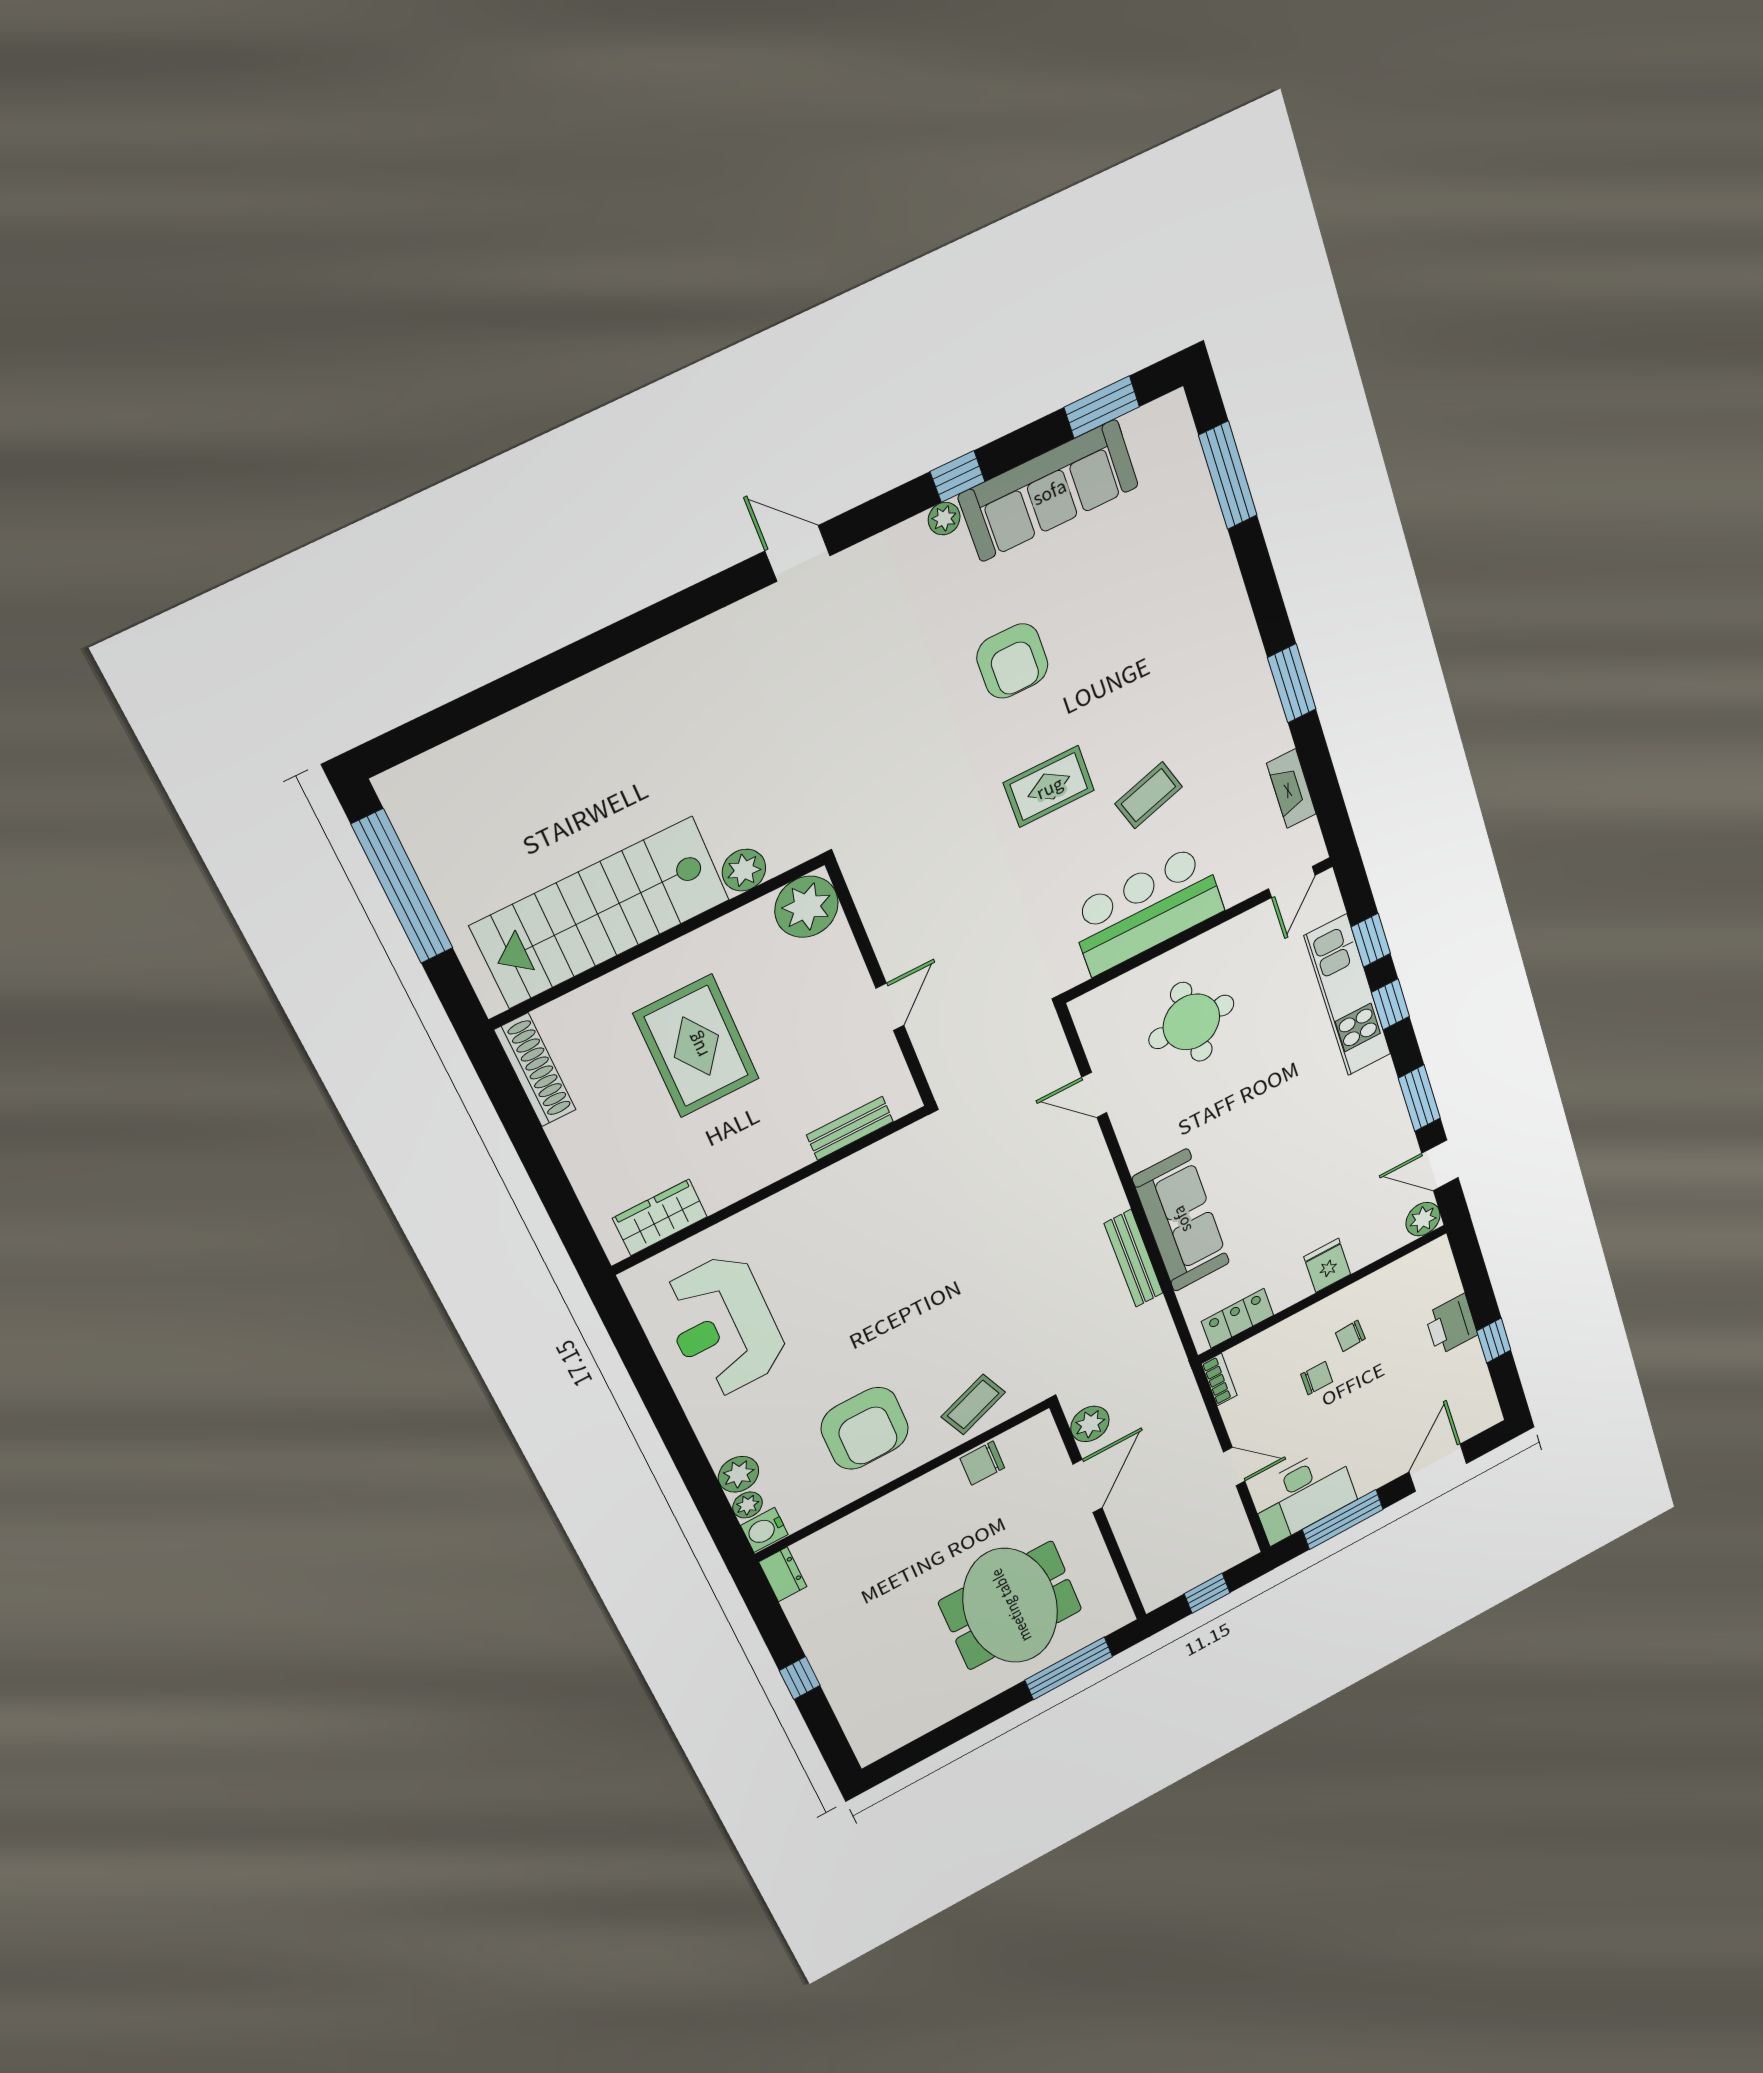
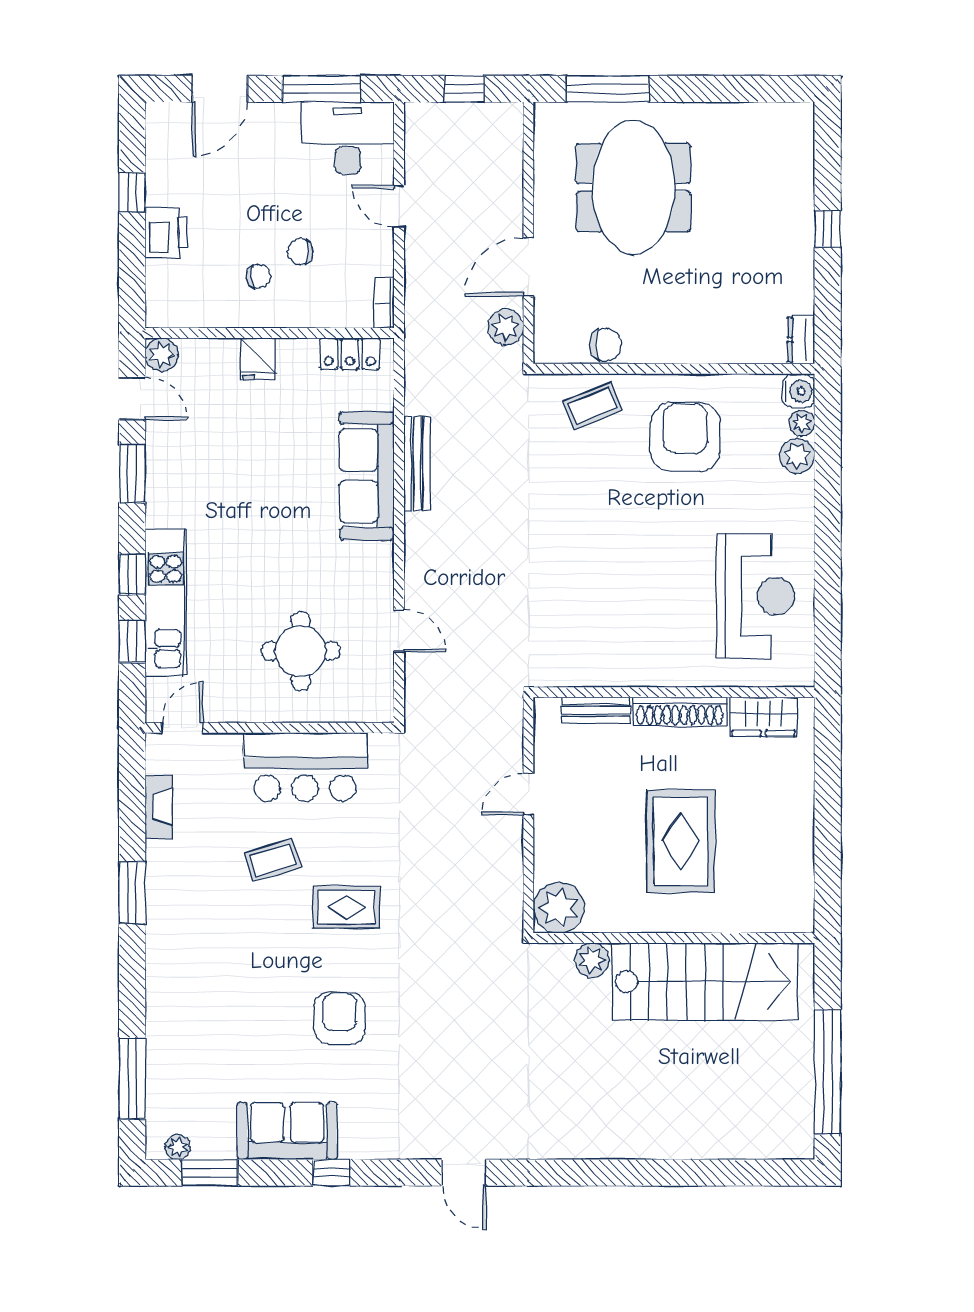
sofa: (1049, 491) -> (287, 1131), width x0.73
plant: (944, 519) -> (178, 1147), moved
shoe rack: (535, 1070) -> (680, 712), moved, turned -90

